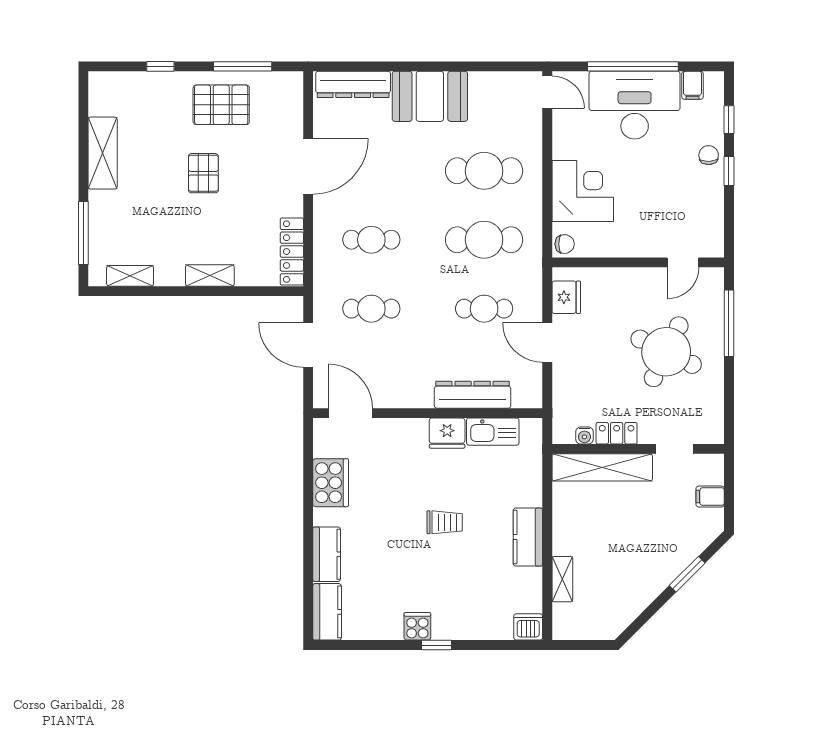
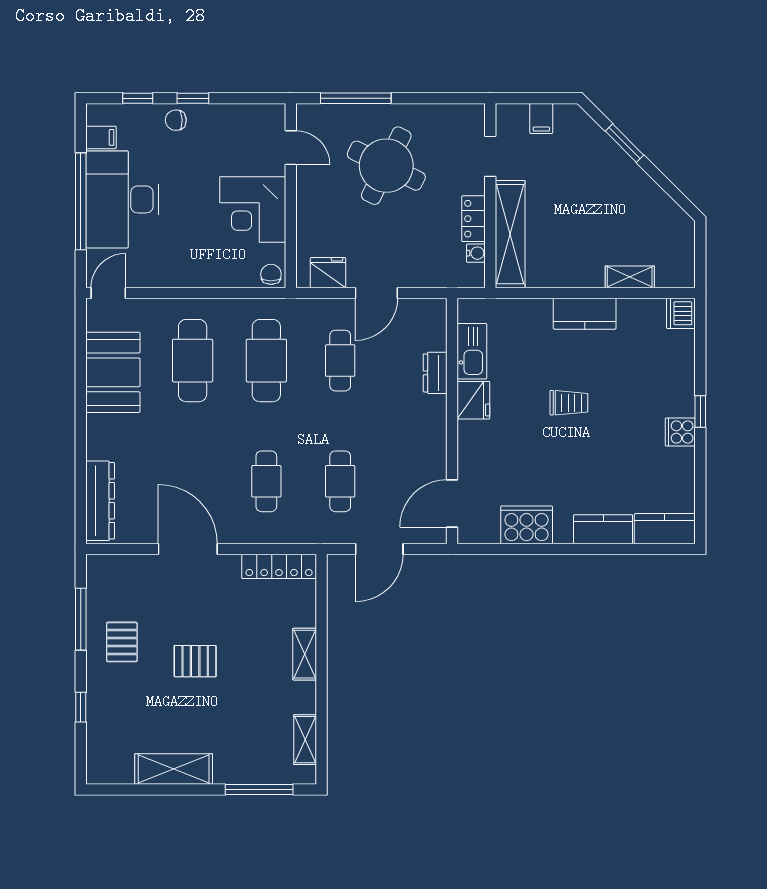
booth: (430, 96) -> (113, 372), moved
pallet: (221, 105) -> (122, 642), width x0.67, depth x0.71
corner desk: (583, 191) -> (253, 209), moved, turned -90
dresser: (473, 395) -> (435, 373), width x0.51, depth x0.80
trolley: (445, 522) -> (569, 403), turned 90

